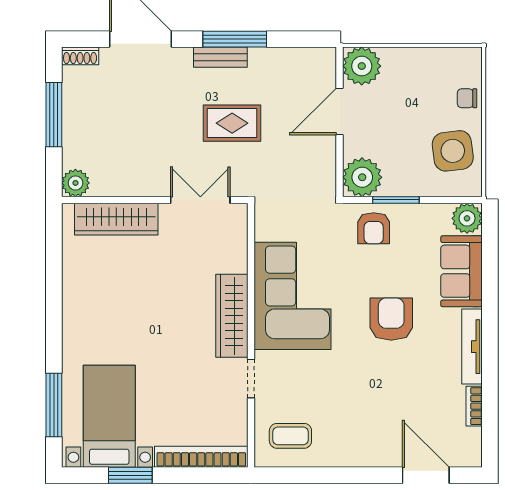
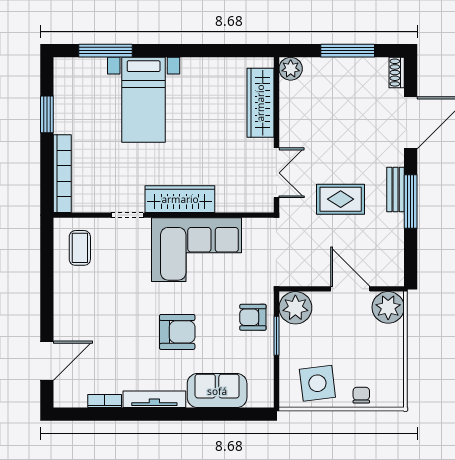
rug: (232, 123) -> (341, 199), turned 90
plant: (467, 218) -> (261, 395), removed
bed with nightstands: (109, 416) -> (144, 100), moved, turned 90

